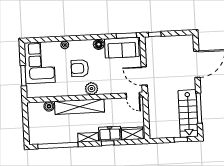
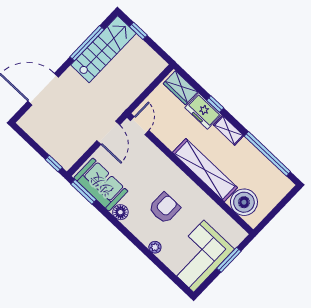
armchair: (80, 68) -> (164, 208), turned -90
plant: (92, 89) -> (174, 175), removed
boiler: (49, 106) -> (244, 202), width x1.86, depth x1.86

